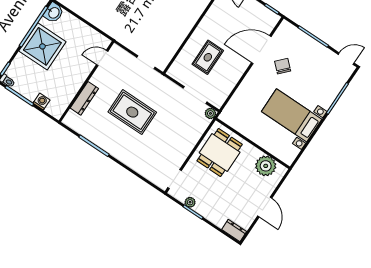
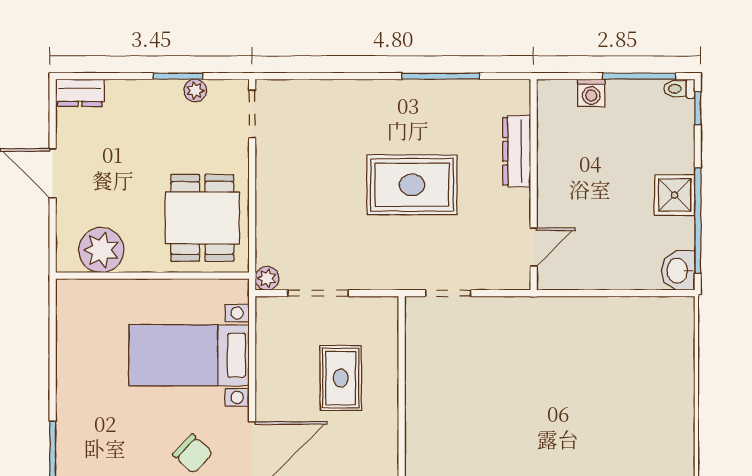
shower: (42, 46) -> (675, 195), width x0.54, depth x0.54
bed with nightstands: (292, 115) -> (189, 355), moved, turned 180

